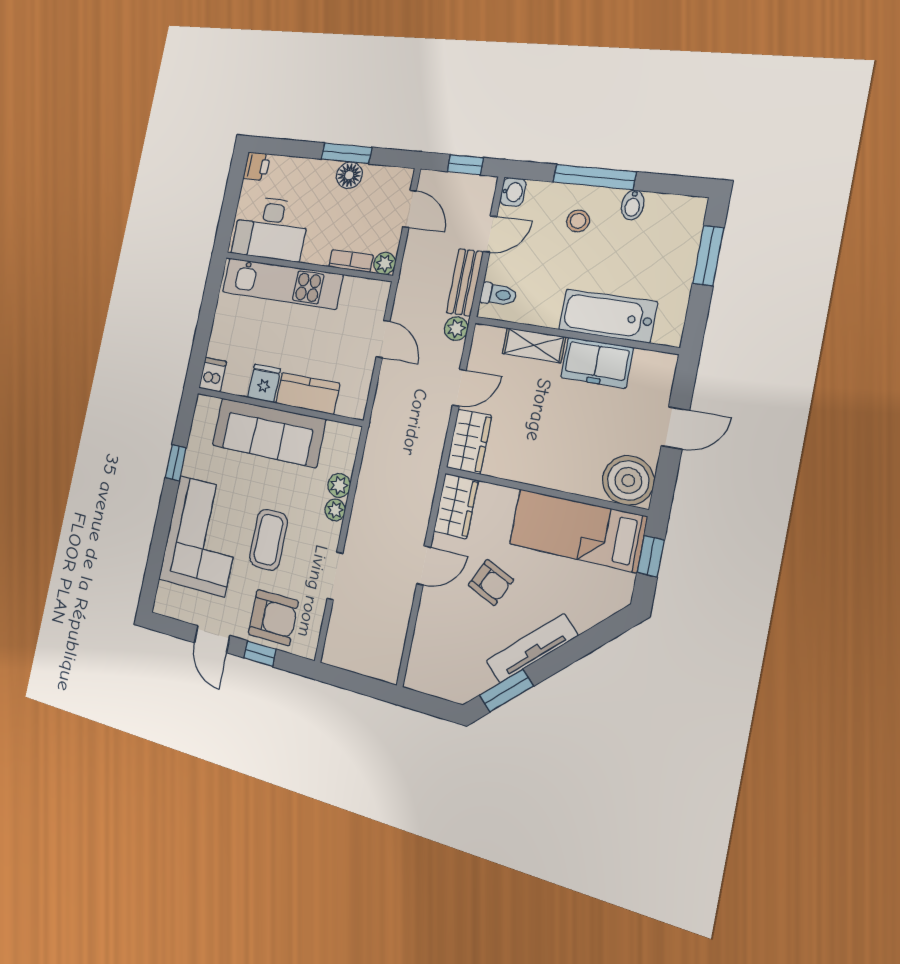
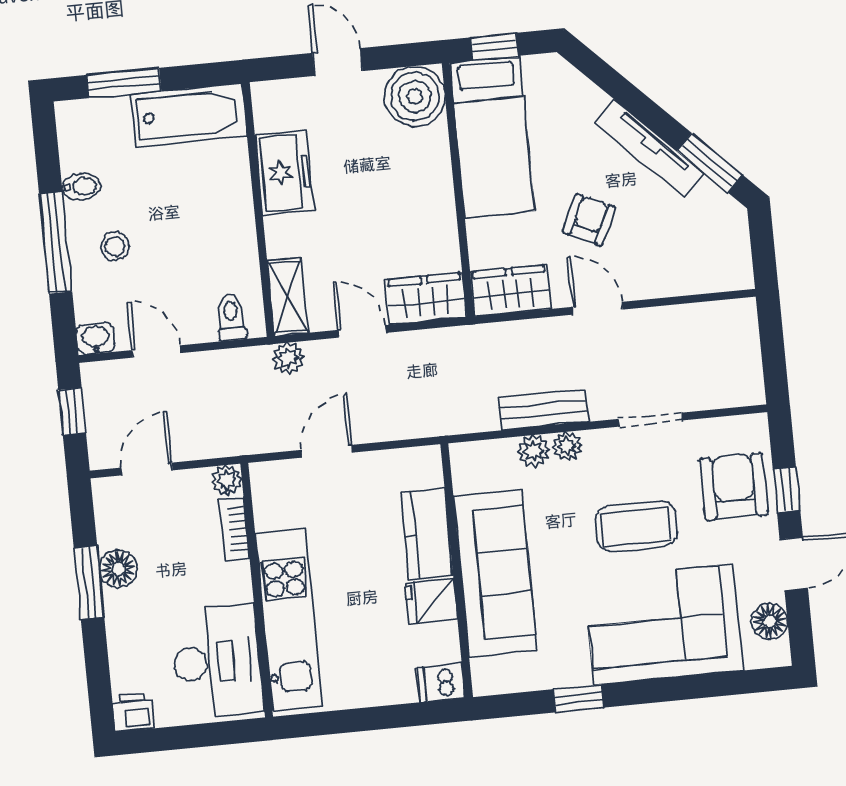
bench: (465, 282) -> (543, 409), moved
bathtub: (608, 316) -> (189, 115), moved, turned -90
shelving: (534, 345) -> (288, 297), moved
floor lamp: (182, 608) -> (769, 621), added

